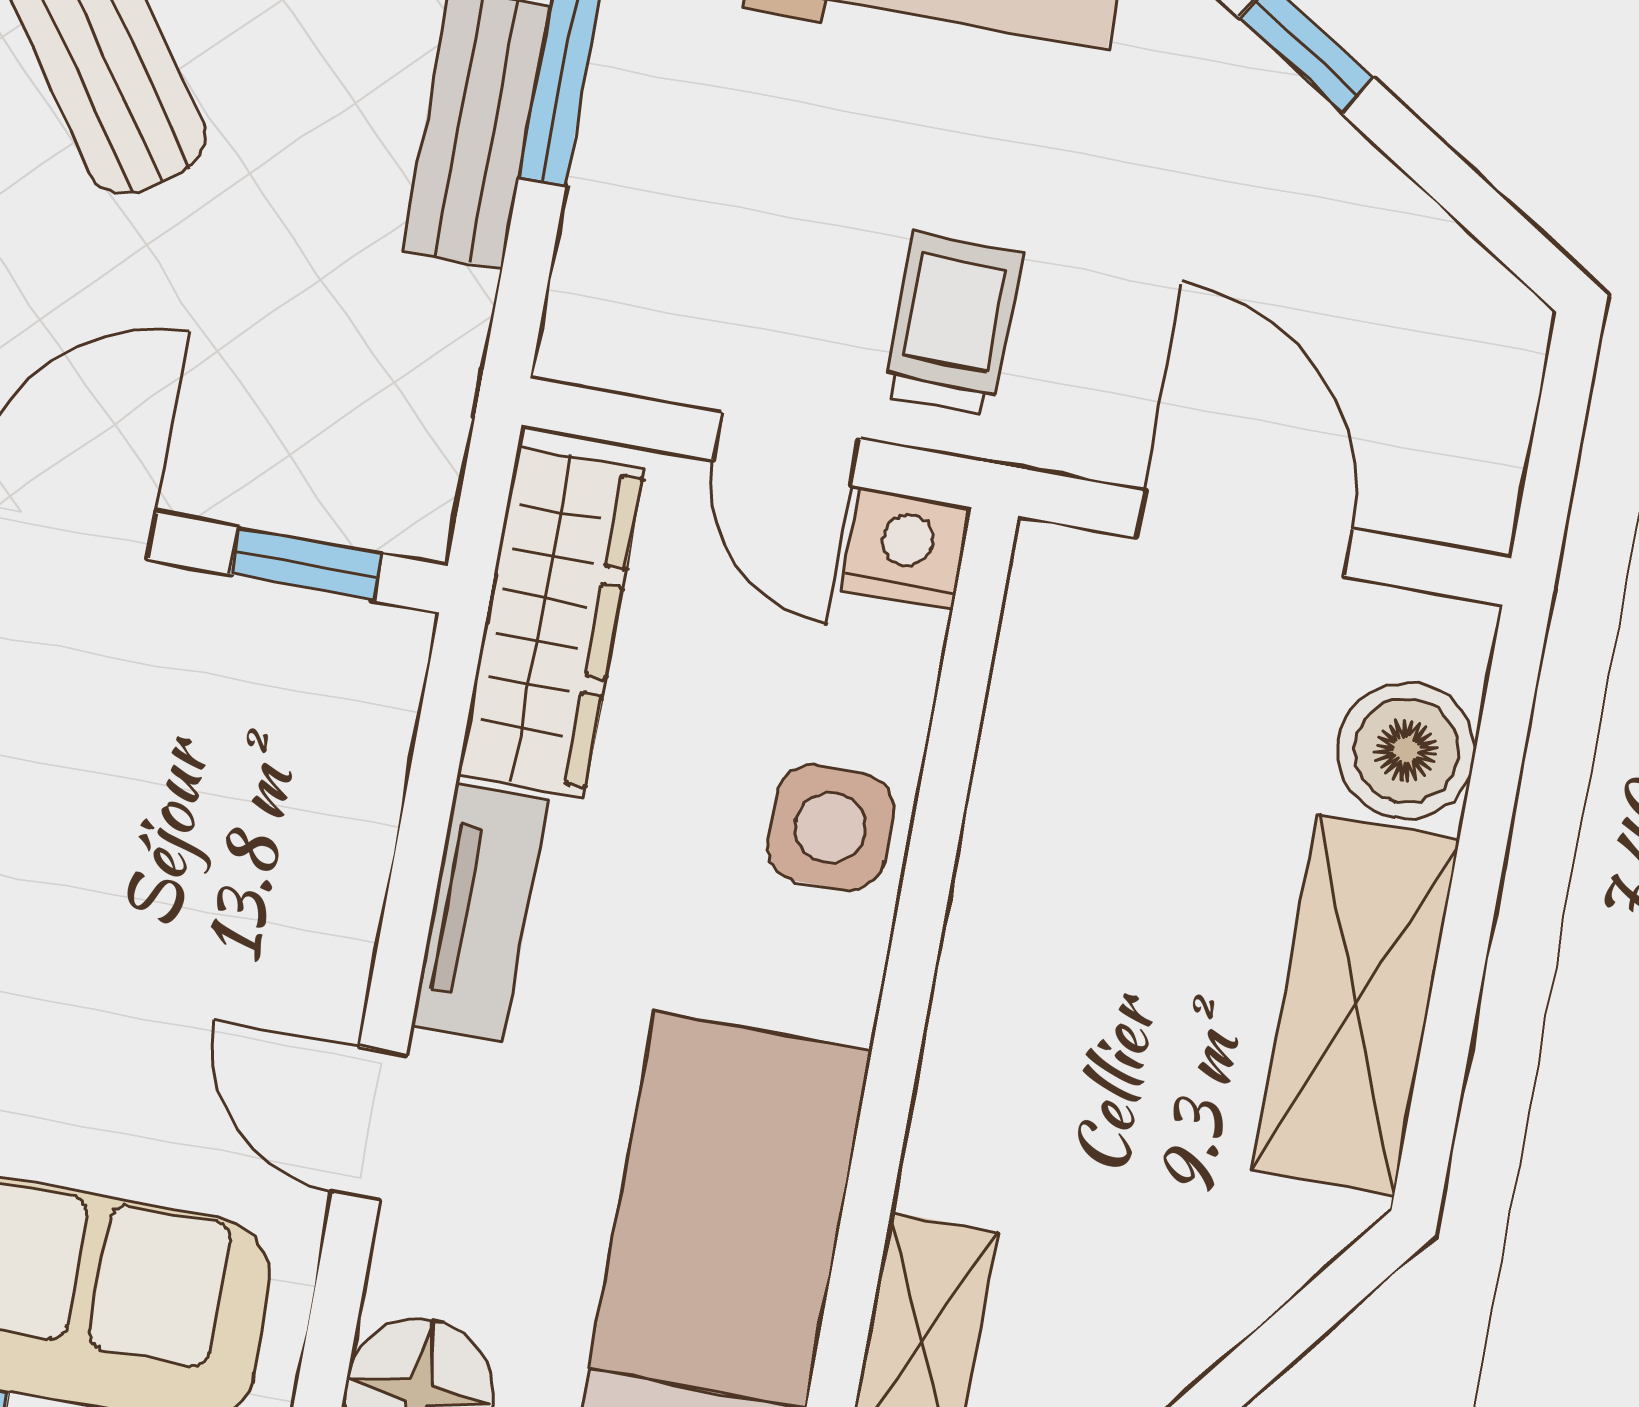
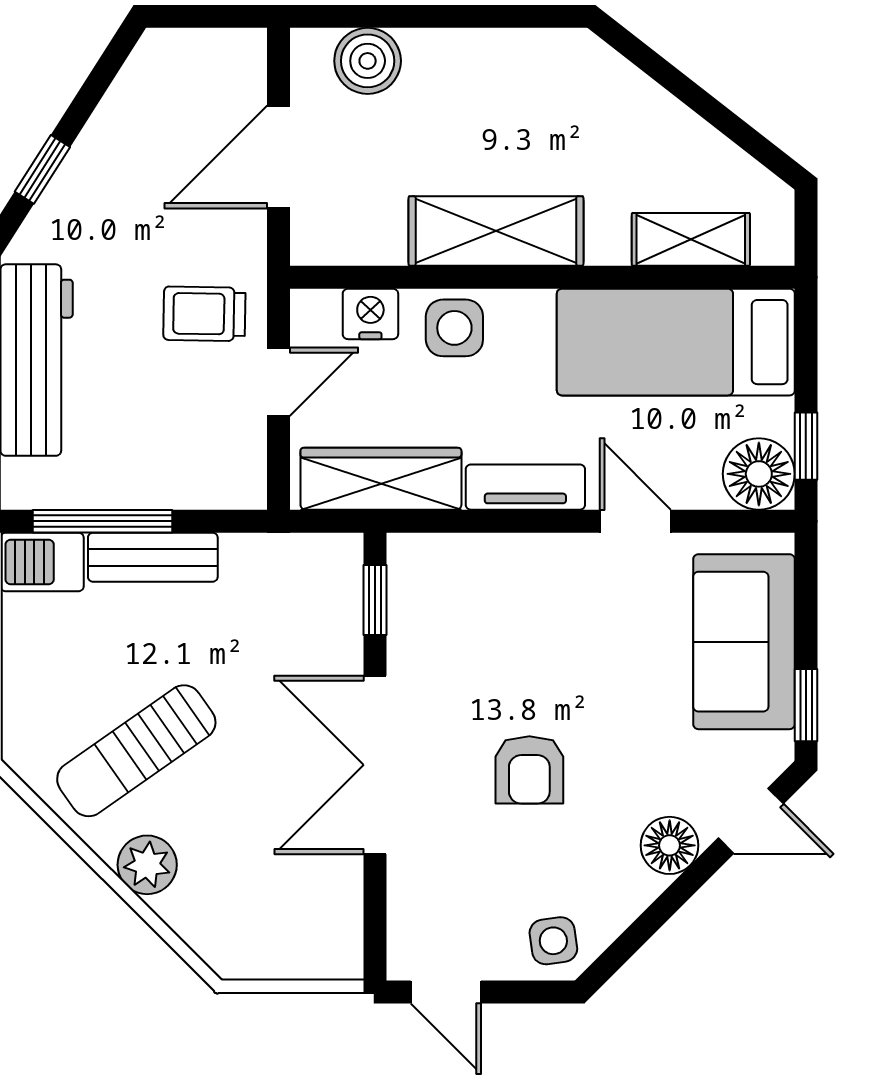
nightstand: (906, 549) -> (370, 314), moved, turned 90
shelving: (1356, 1005) -> (496, 231), moved
door: (369, 1123) -> (635, 521), swing flipped

